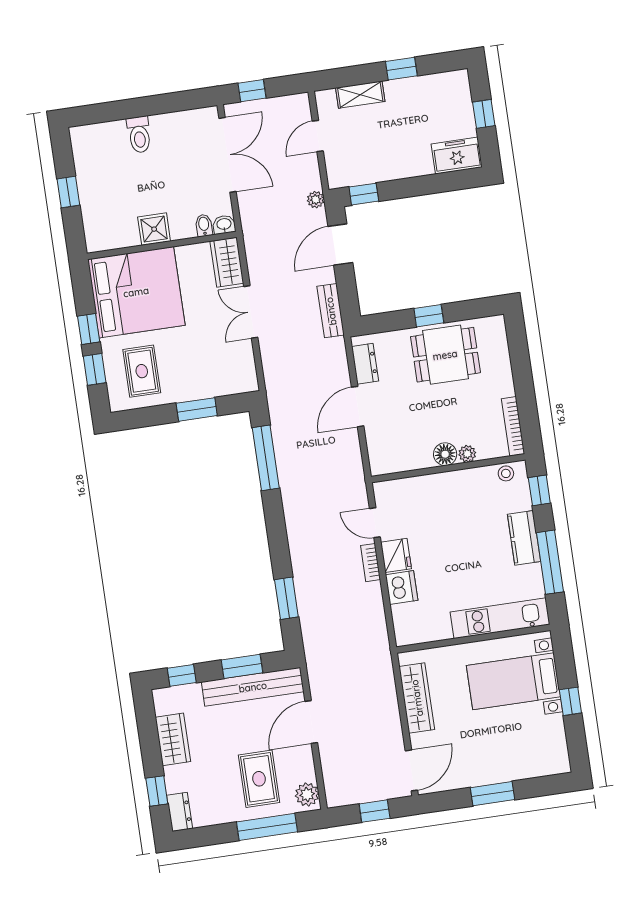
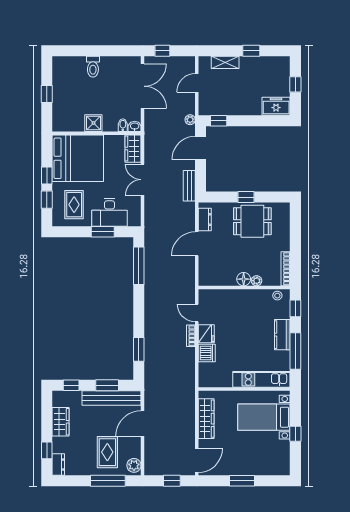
desk: (203, 375) -> (110, 212), added

